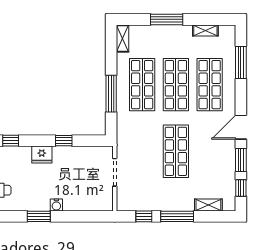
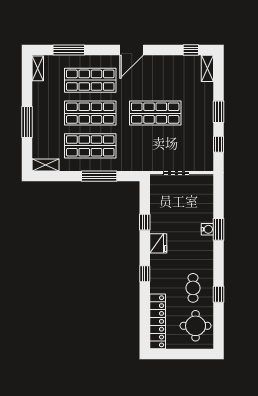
shelving: (205, 31) -> (38, 68), moved
door: (241, 127) -> (132, 50), hinge flipped
window: (241, 160) -> (164, 50), removed
shelving: (208, 205) -> (207, 68), moved
window: (39, 216) -> (218, 229), moved
window: (177, 216) -> (218, 112), width x0.69

